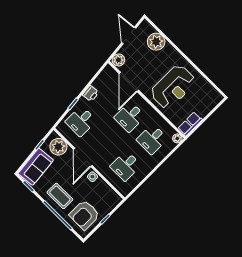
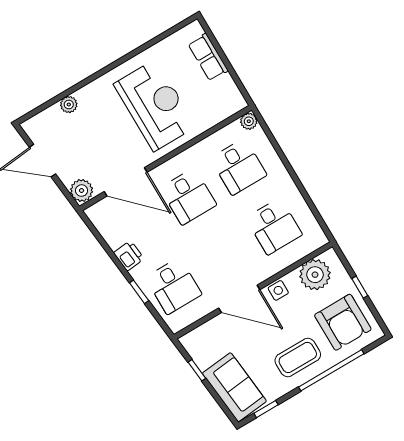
plant: (156, 42) -> (69, 104), width x0.53, depth x0.53
row of seats: (190, 124) -> (208, 57), moved
plant: (58, 147) -> (315, 275), moved

